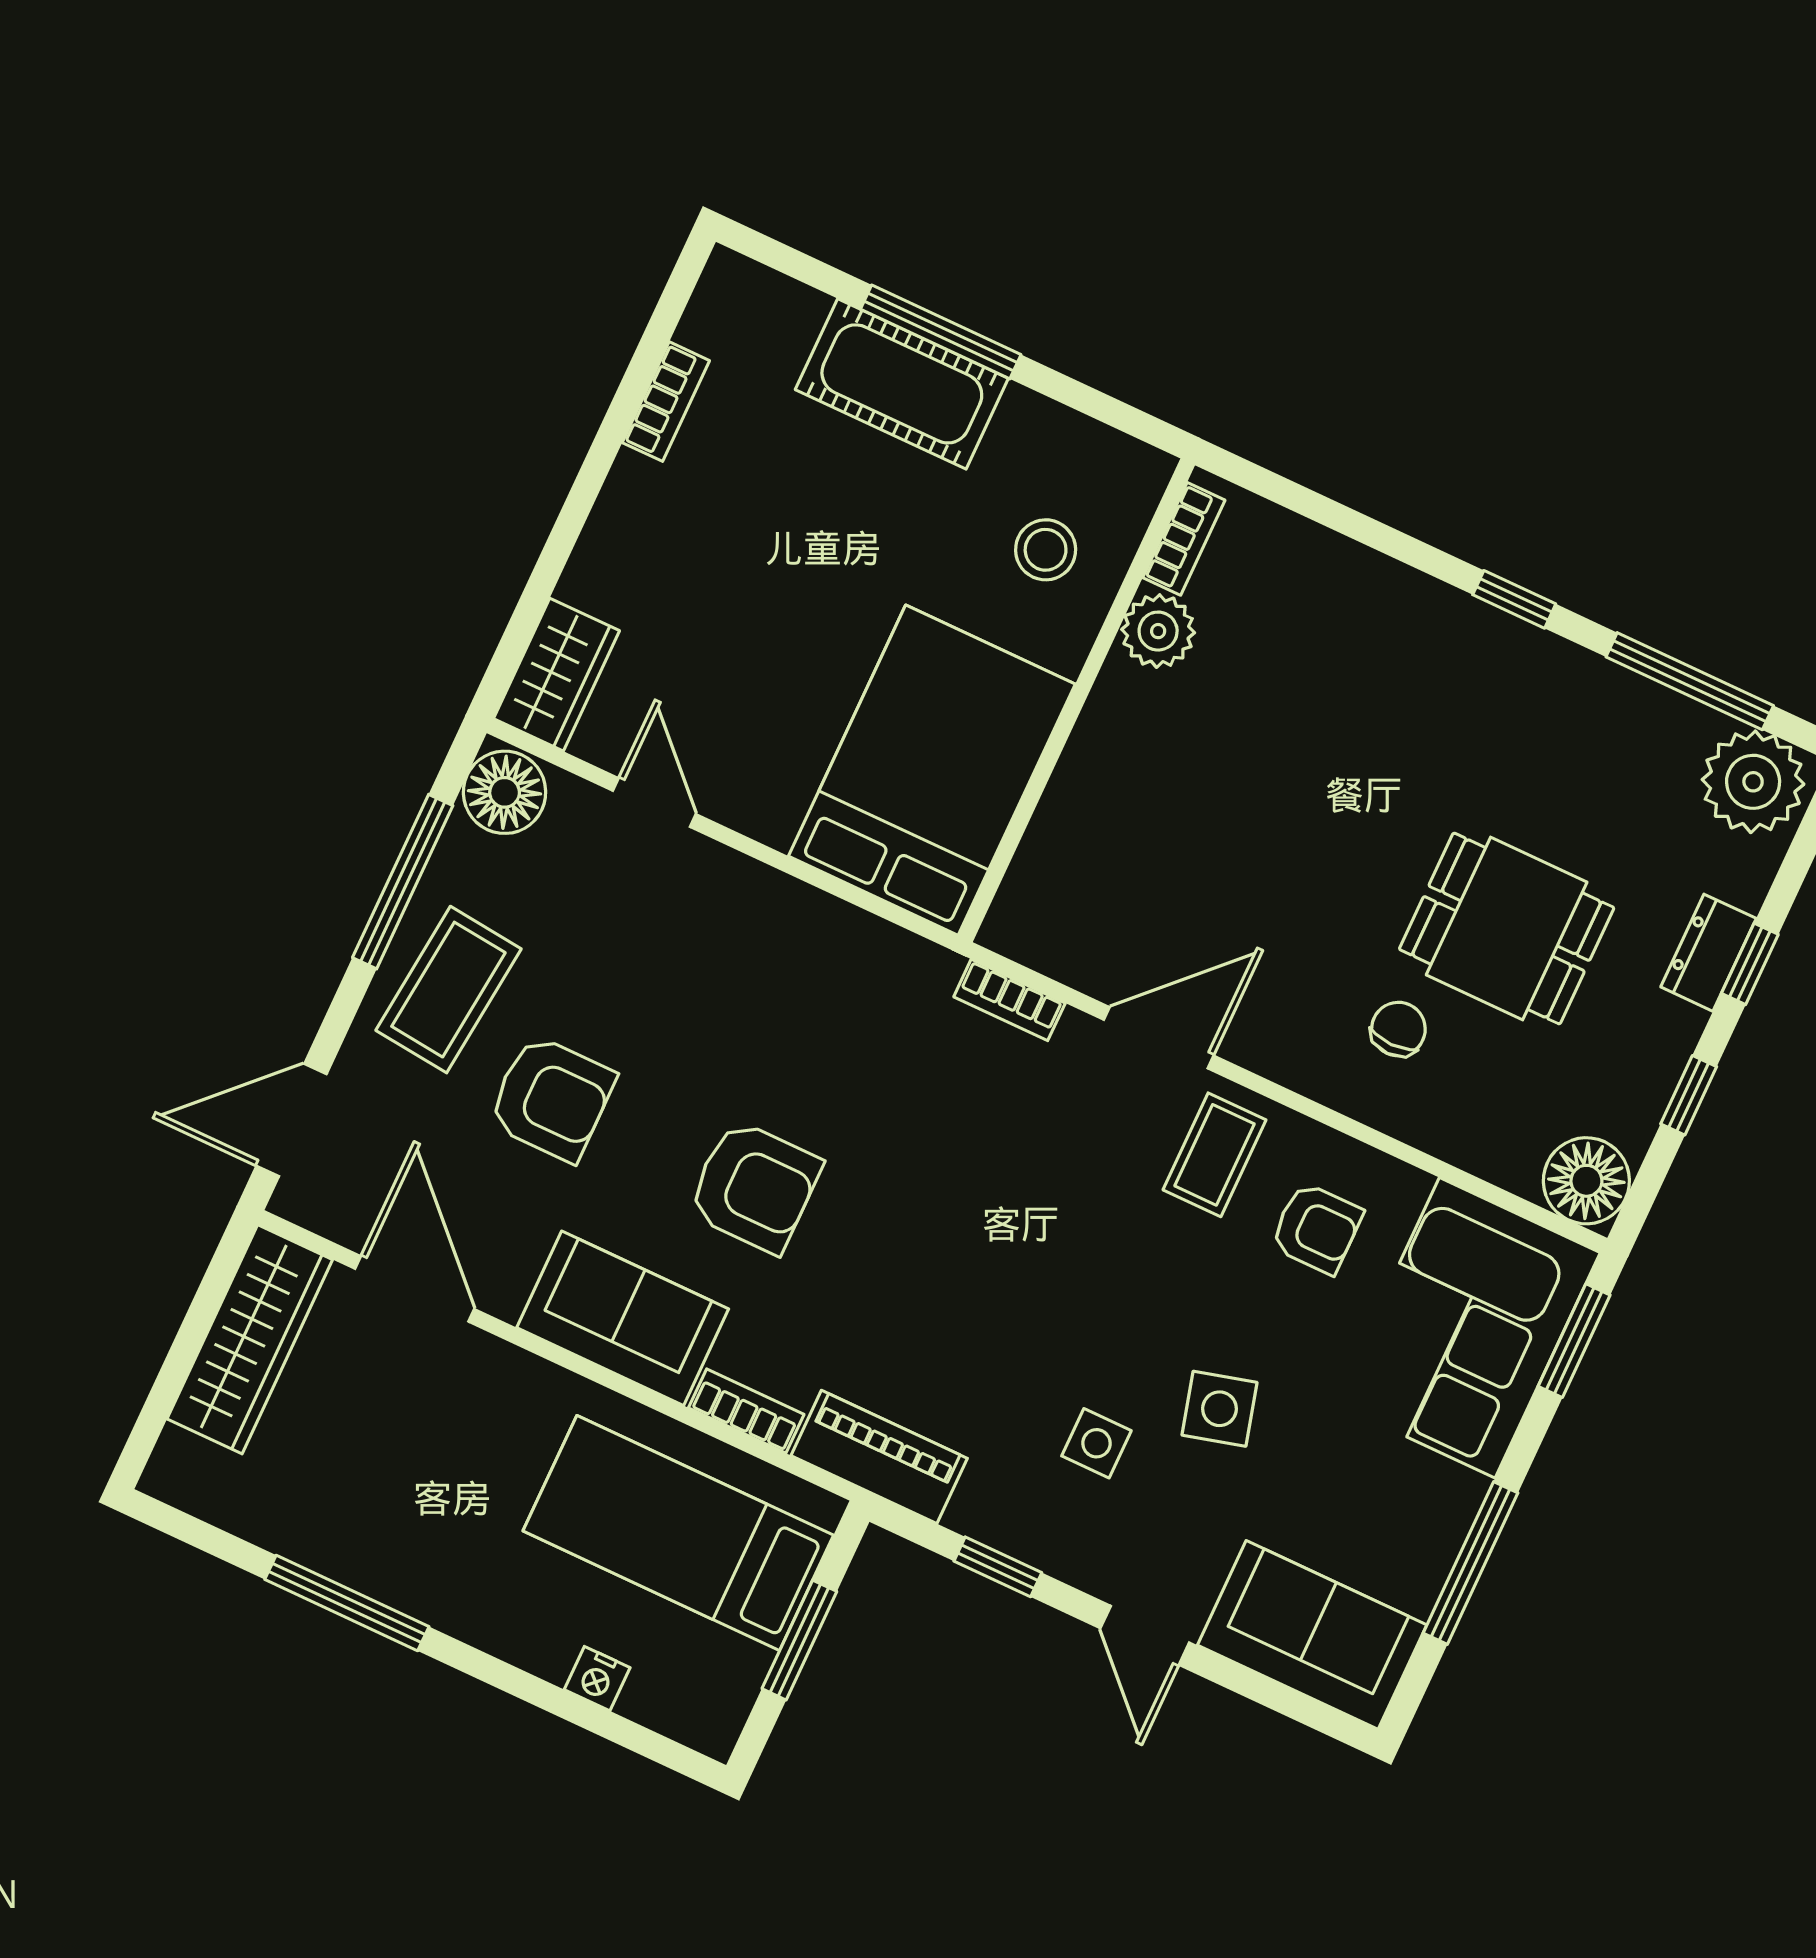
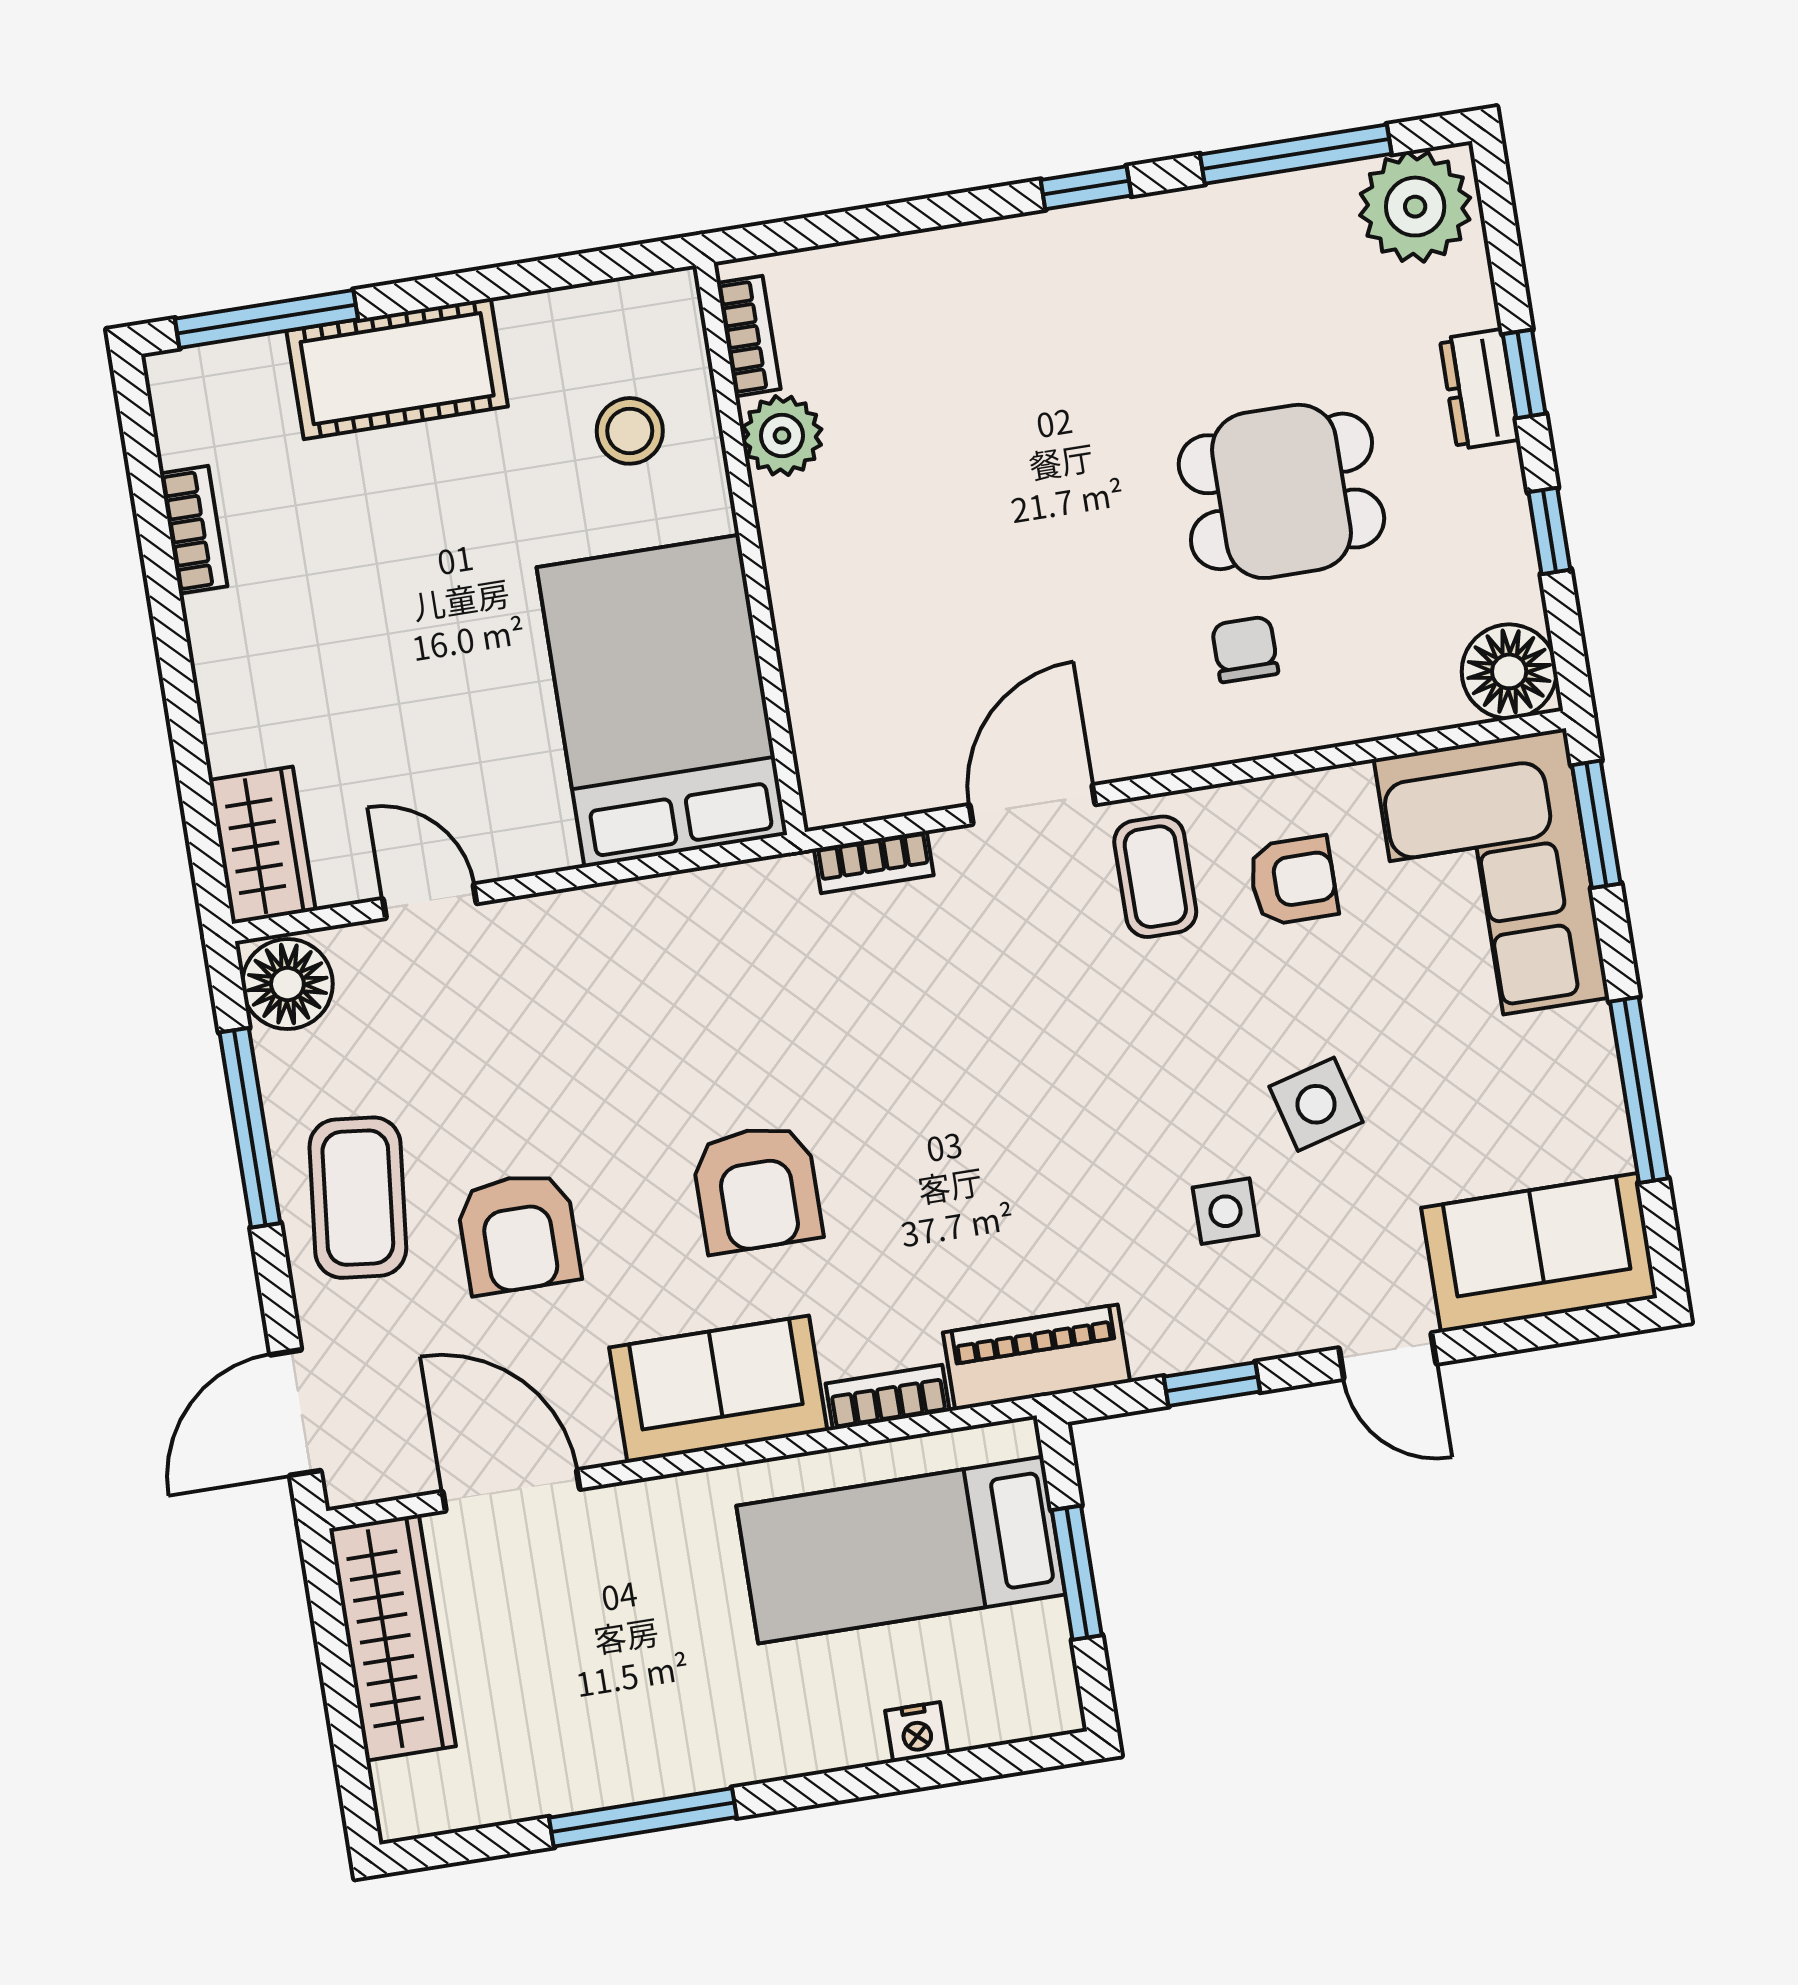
window: (941, 332) -> (266, 319), moved
armchair: (551, 1098) -> (518, 1233), turned 90
armchair: (754, 1187) -> (757, 1189), turned 90

